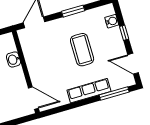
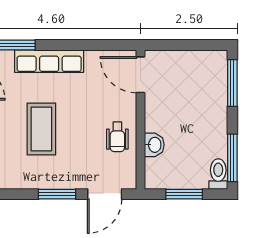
window: (73, 11) -> (57, 194), moved
wheelchair: (36, 58) -> (117, 137), added

